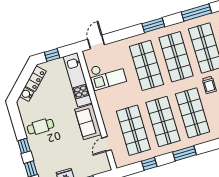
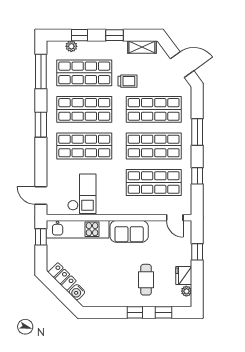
window: (52, 55) -> (41, 237), moved
cafe table: (41, 127) -> (146, 280), moved
door: (107, 144) -> (175, 218), moved

